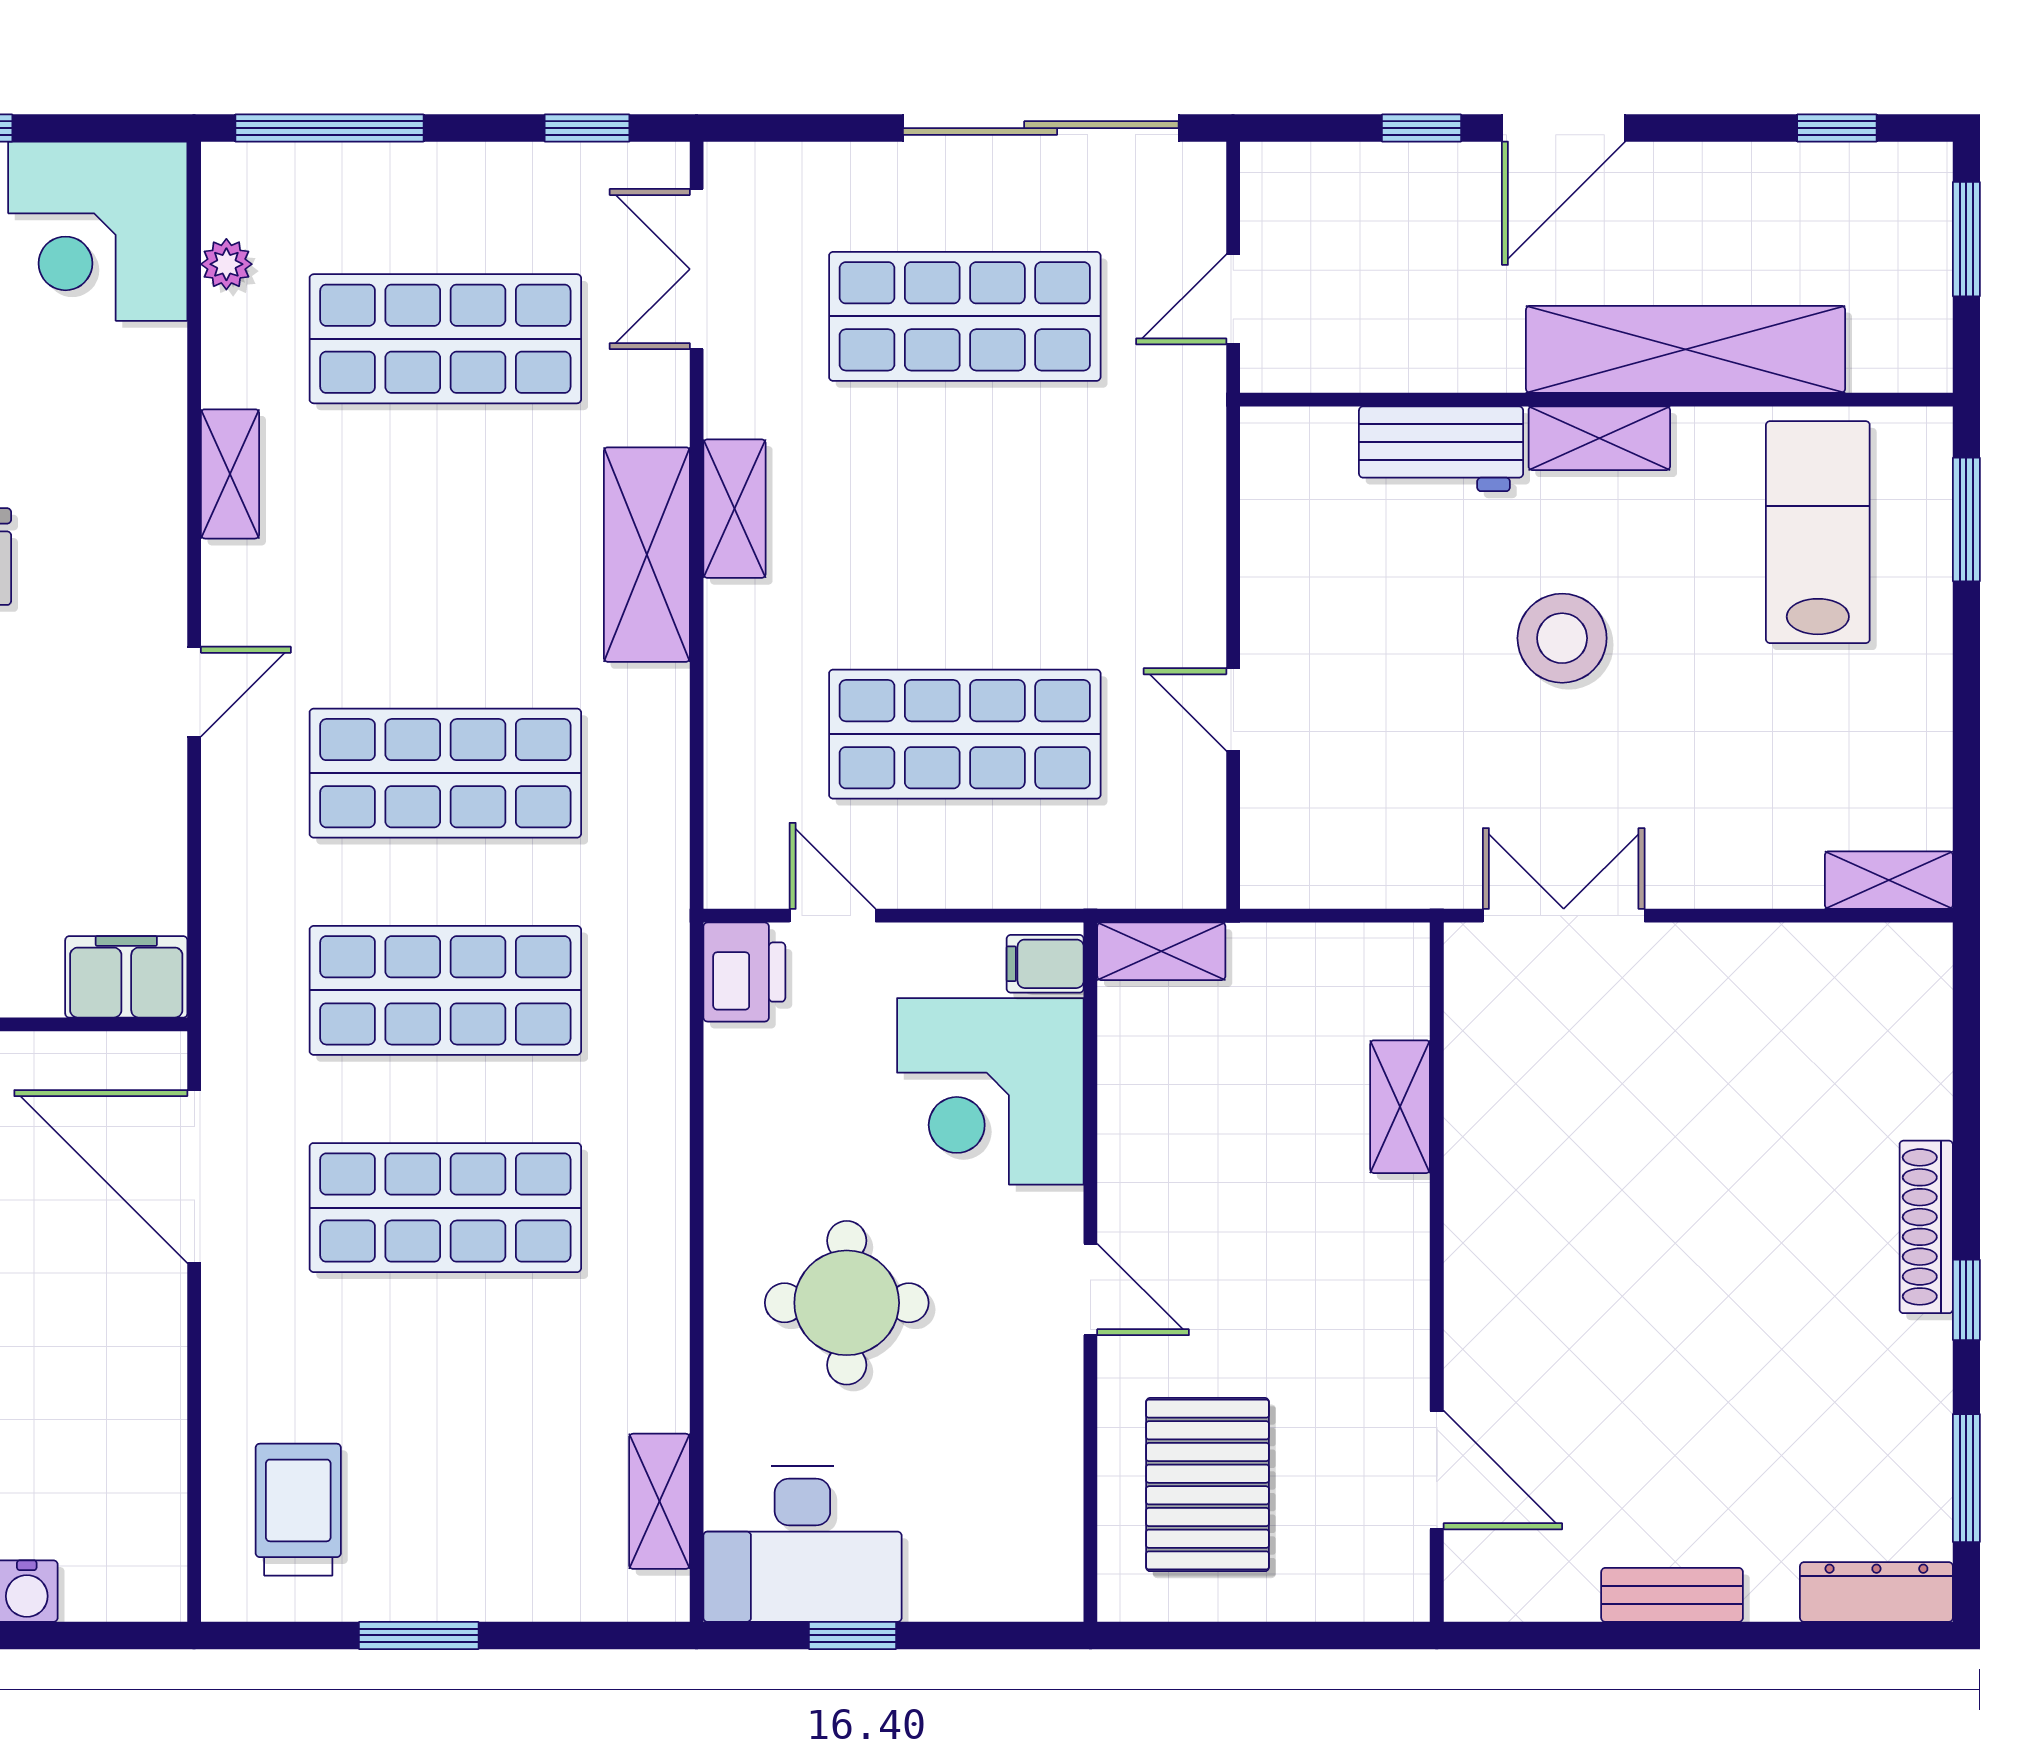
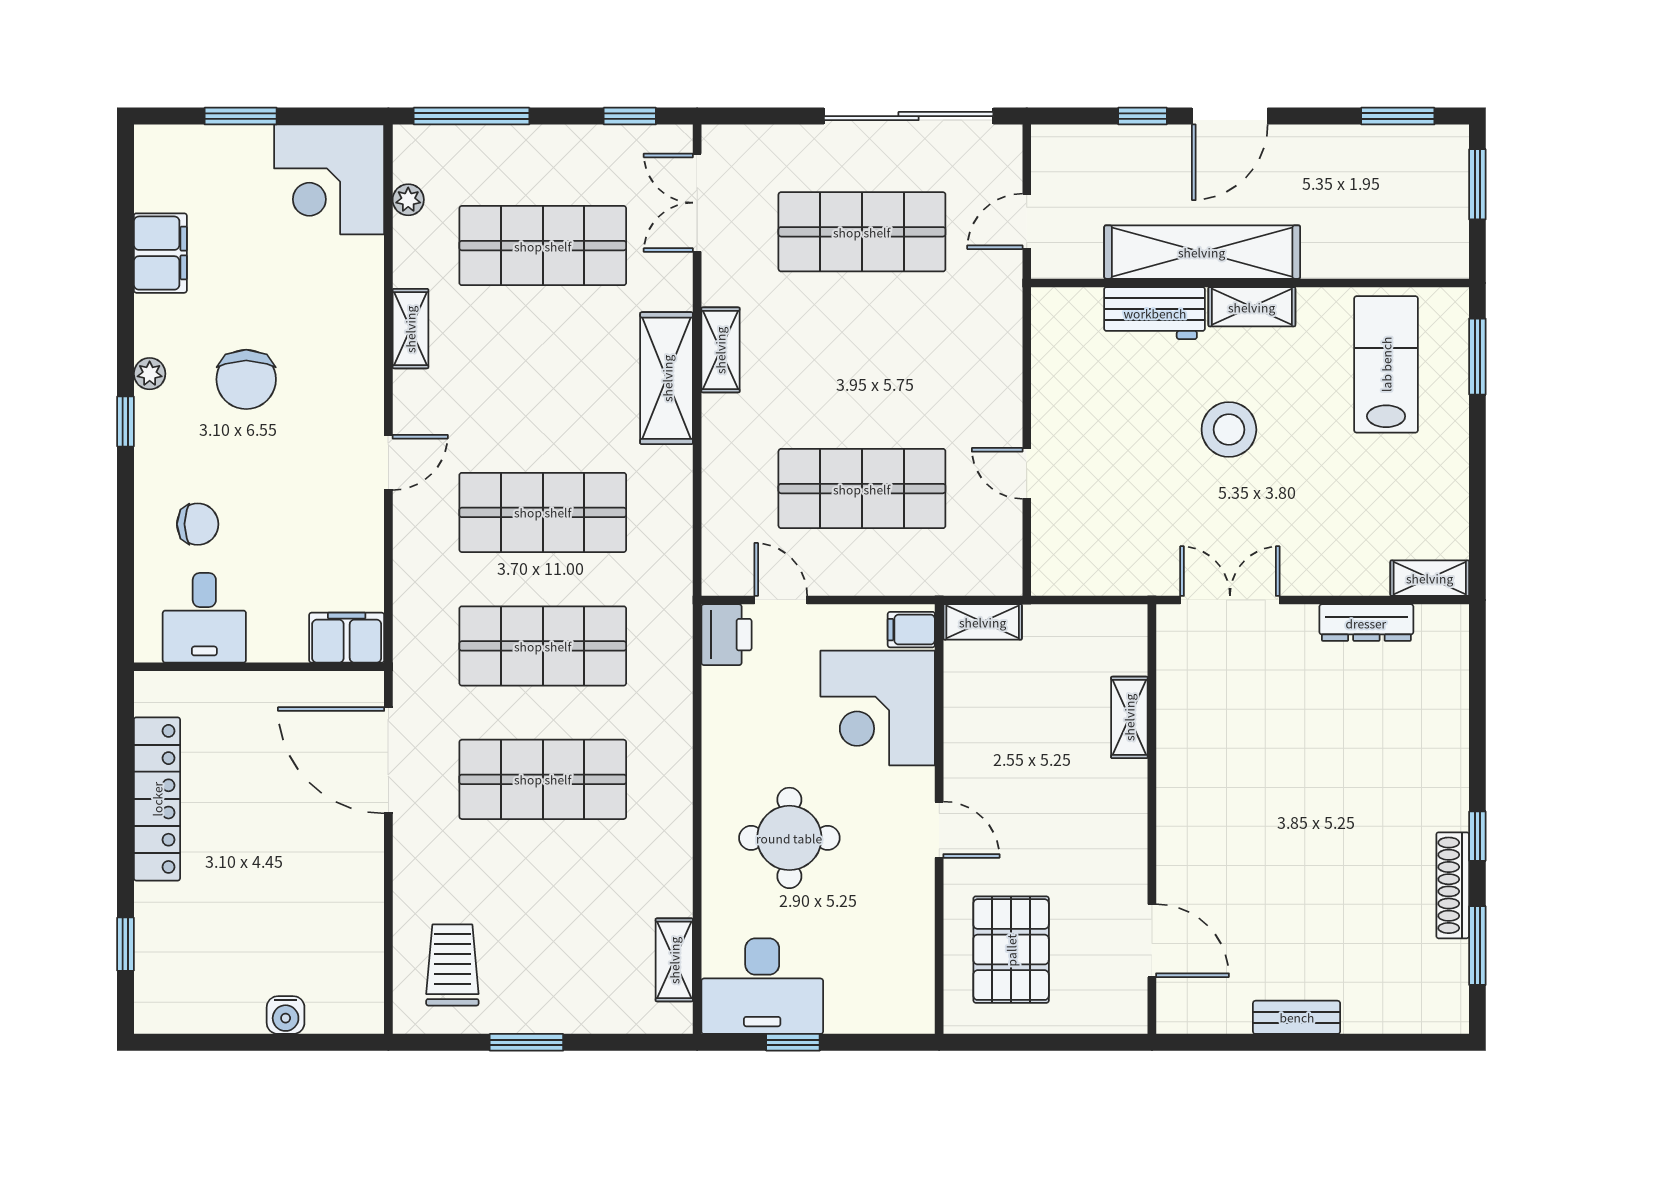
window: (1837, 128) -> (1398, 116), width x1.50
shelving: (1686, 349) -> (1202, 252), moved
shoe rack: (1926, 1227) -> (1453, 885), moved
dresser: (1876, 1592) -> (1366, 623), moved, turned 180

